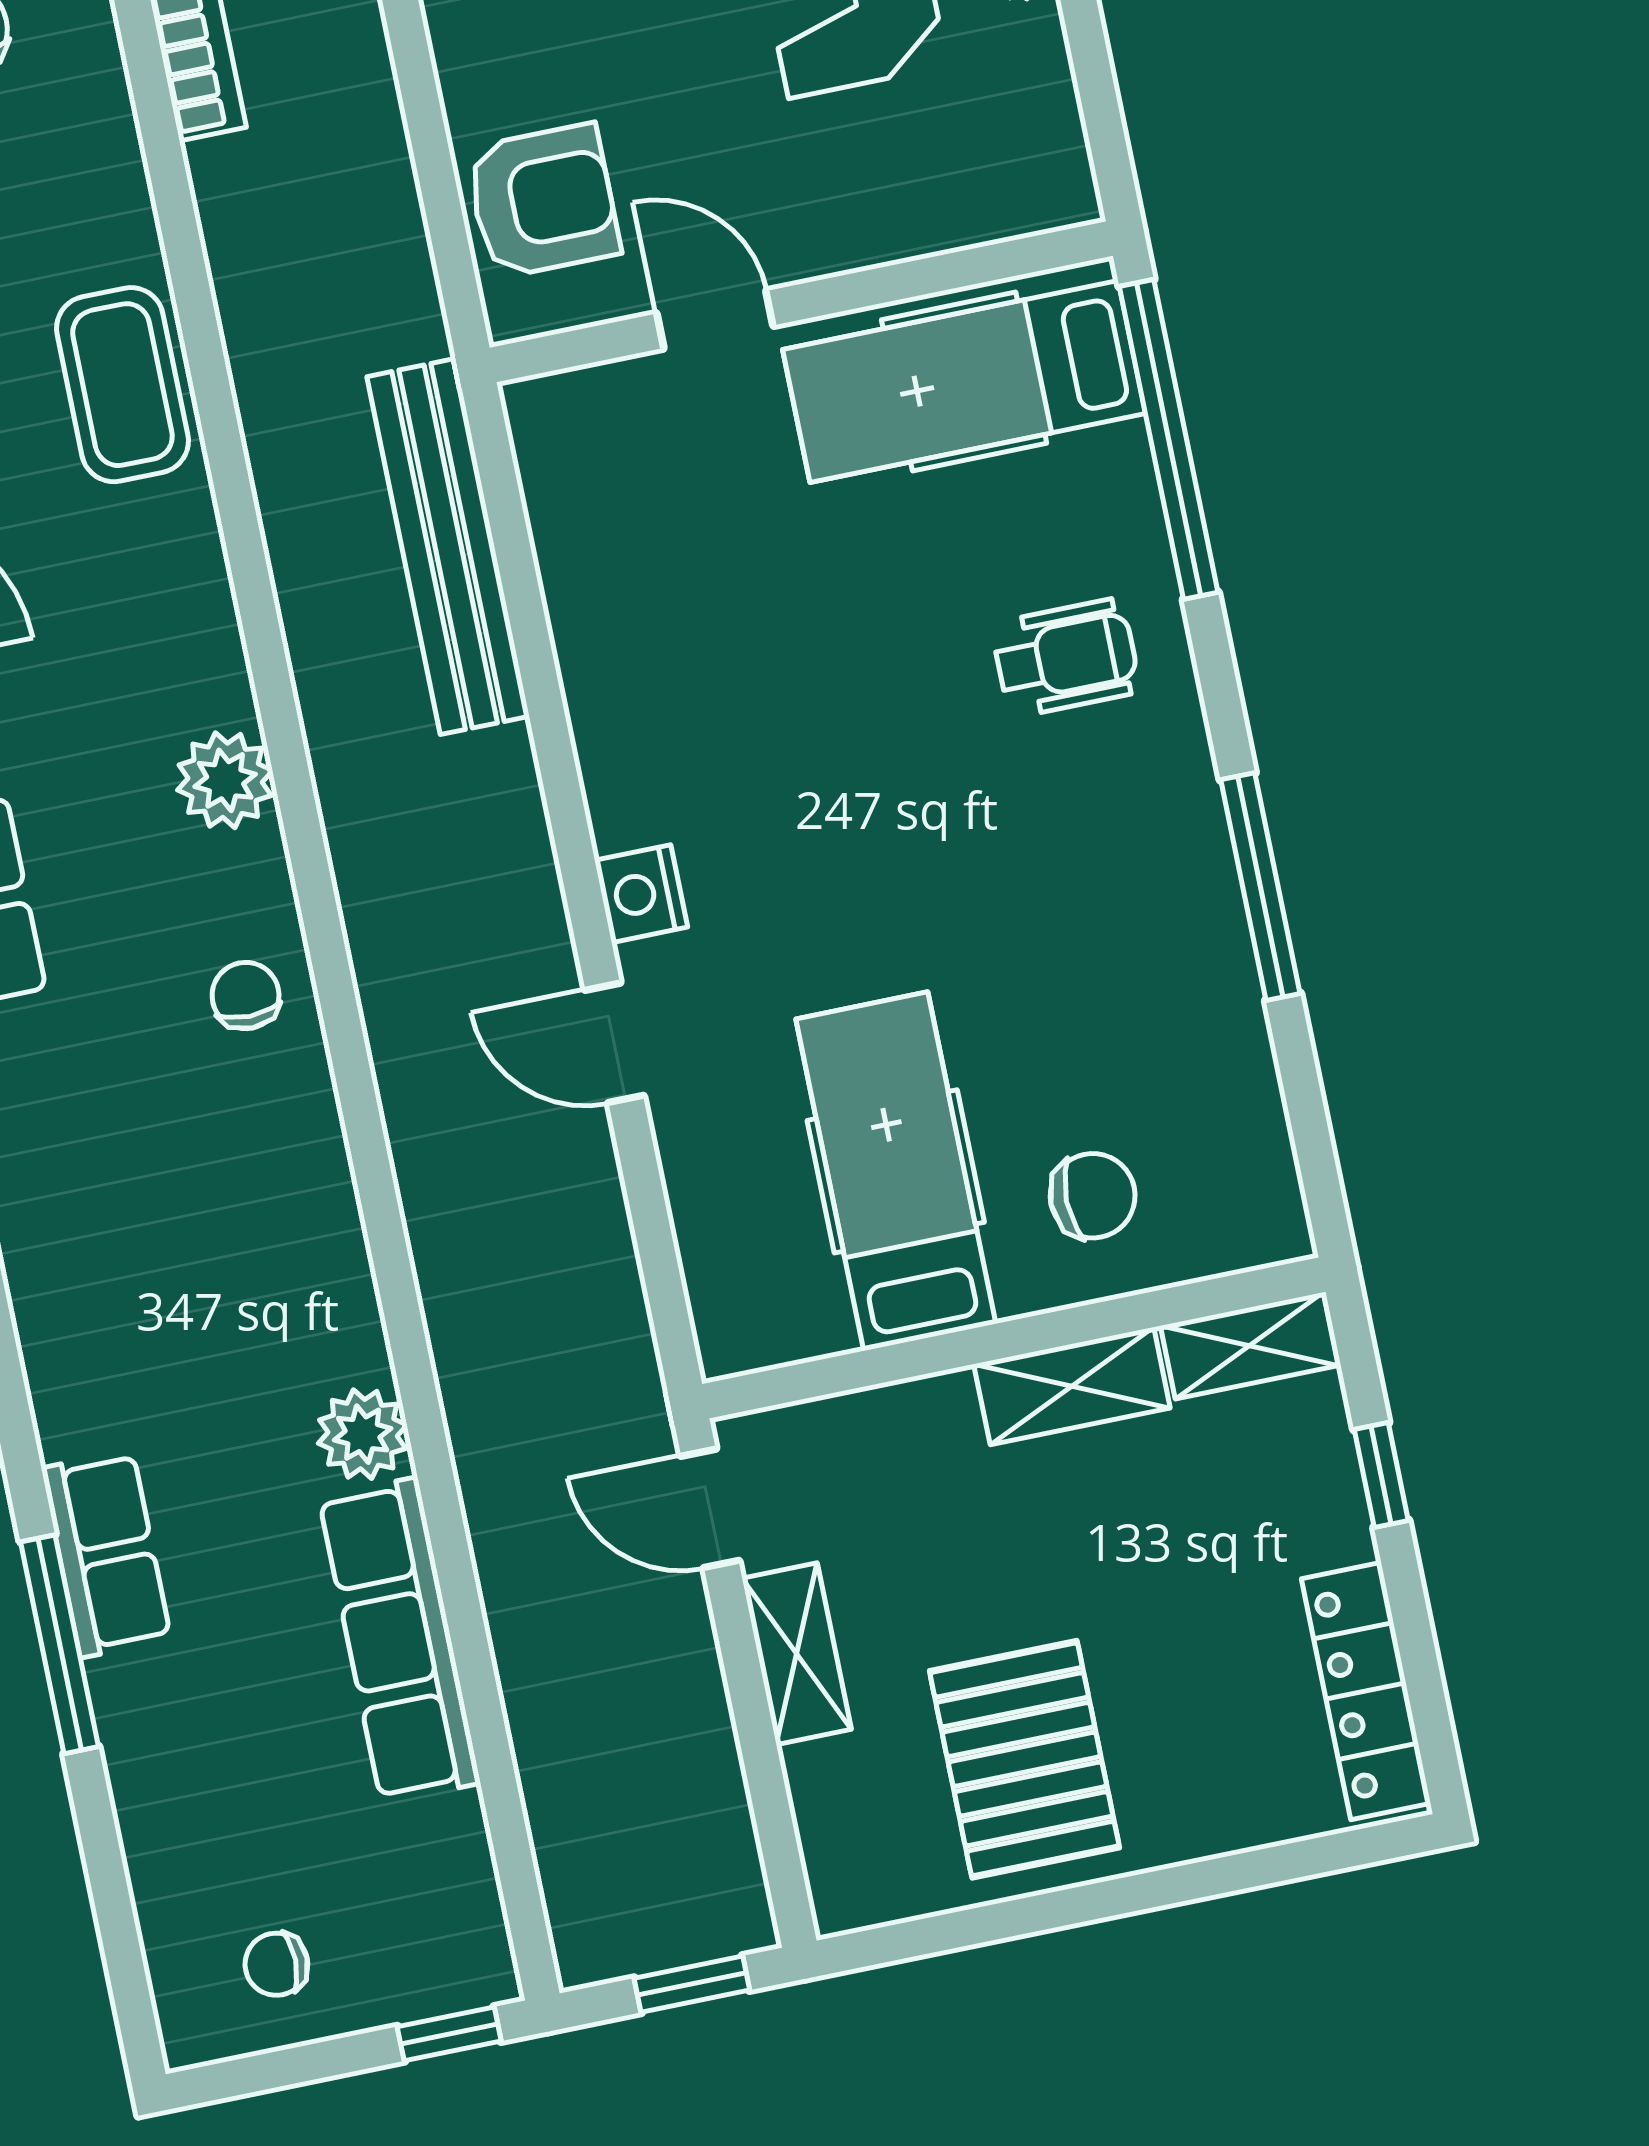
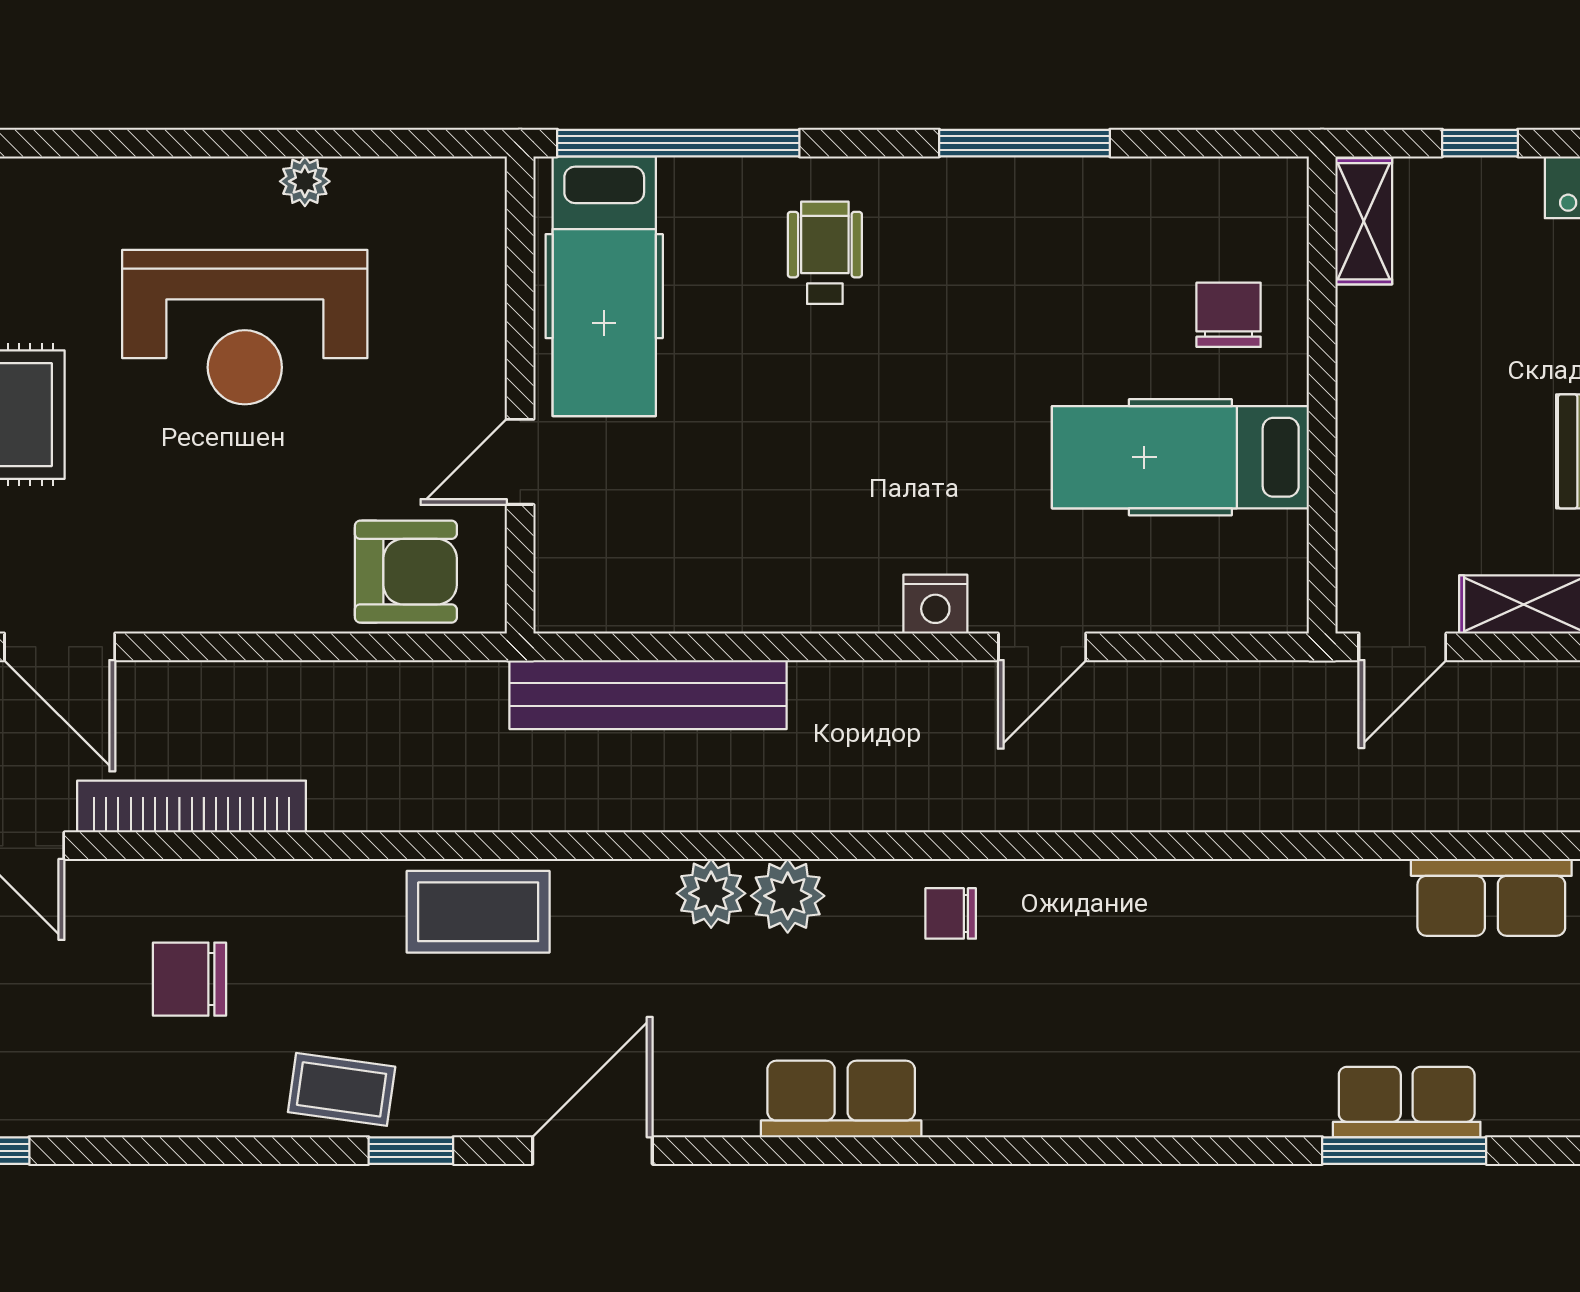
armchair: (543, 201) -> (406, 572), turned 90
shelving: (1072, 1386) -> (1367, 359), removed
plant: (363, 1434) -> (711, 893), moved
row of seats: (106, 1554) -> (1407, 1102), moved
row of seats: (400, 1640) -> (1491, 897), width x0.68

